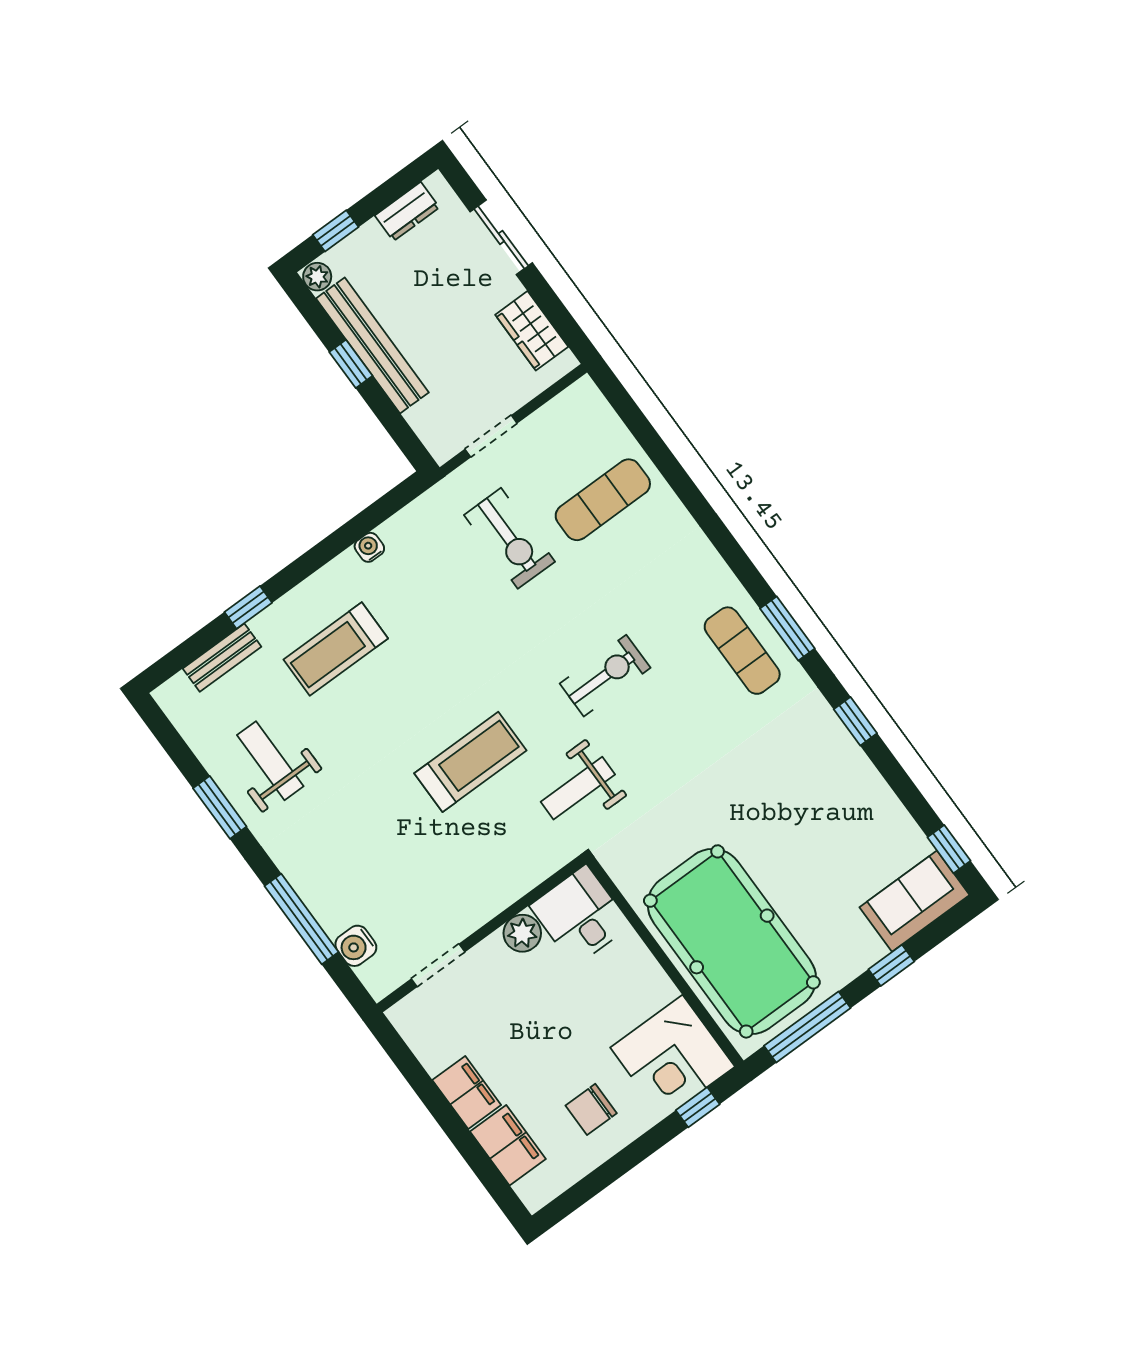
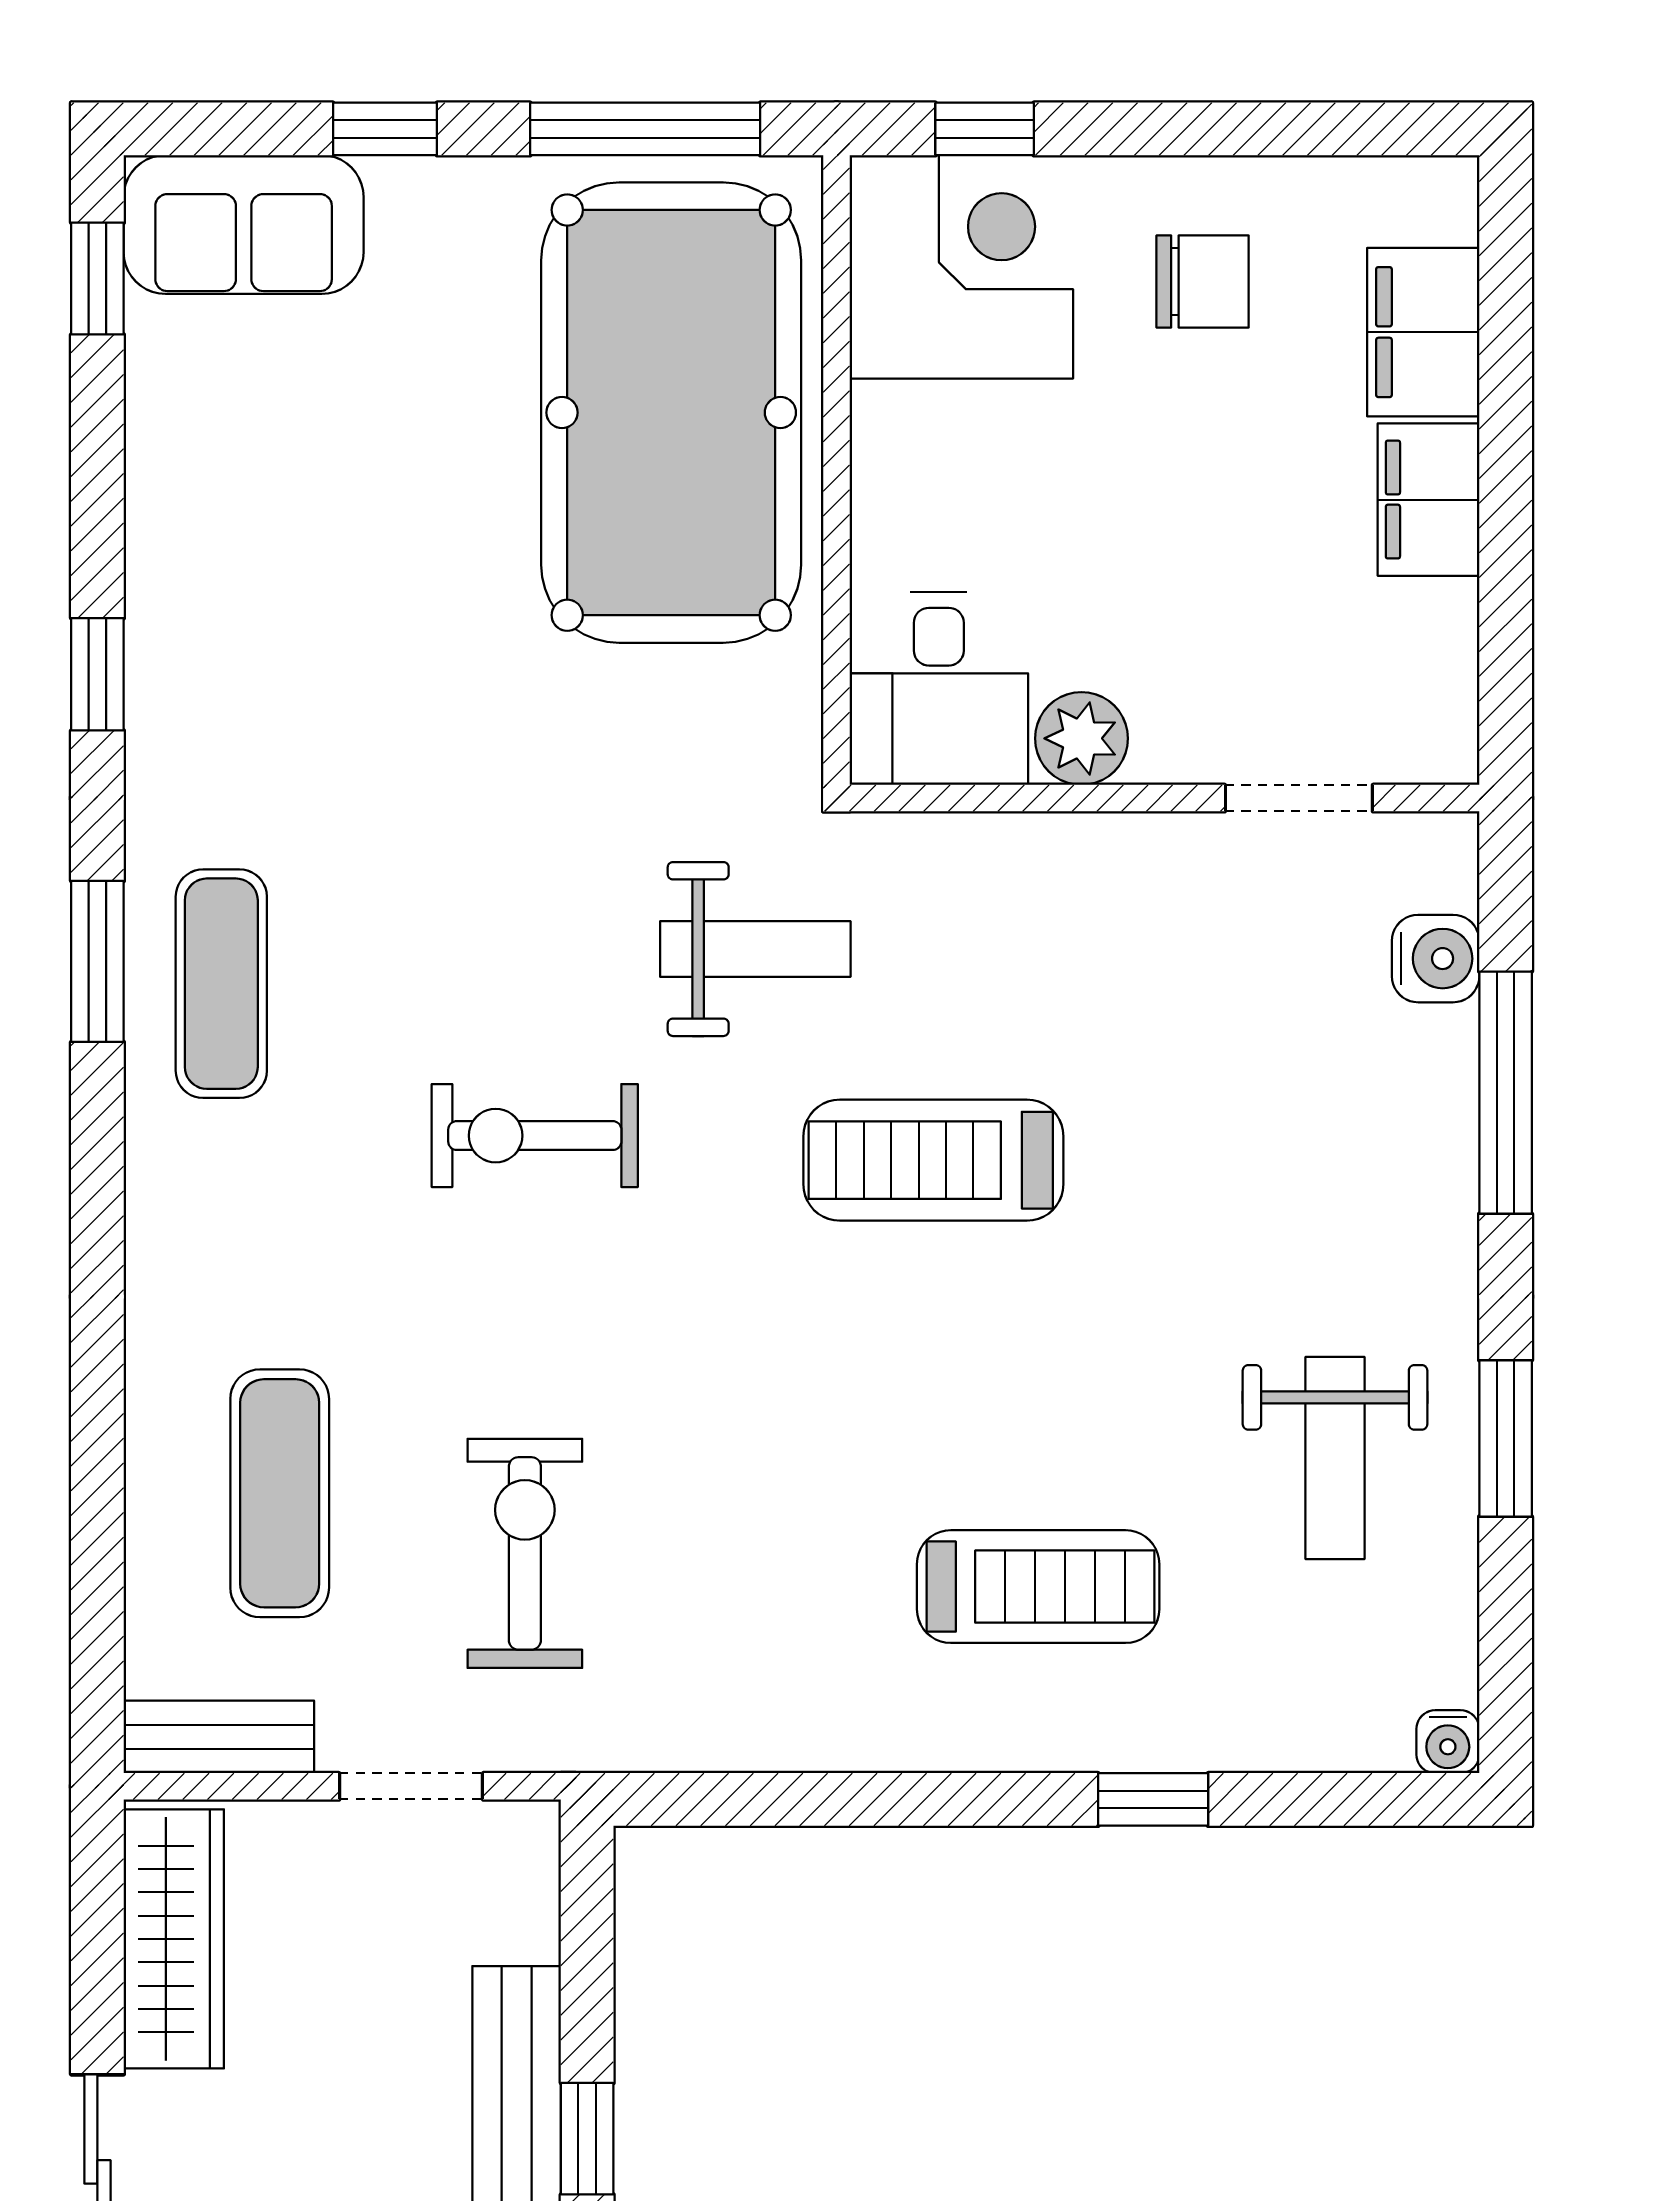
wardrobe: (532, 331) -> (174, 1939), width x1.50
exercise mat: (603, 500) -> (280, 1493), turned 90
water cooler: (369, 547) -> (1448, 1742), moved
bench: (222, 658) -> (219, 1737), moved

